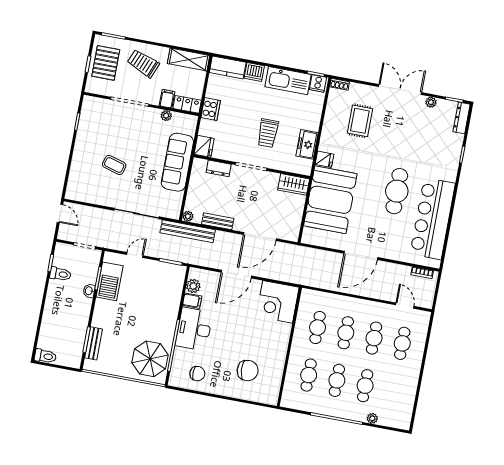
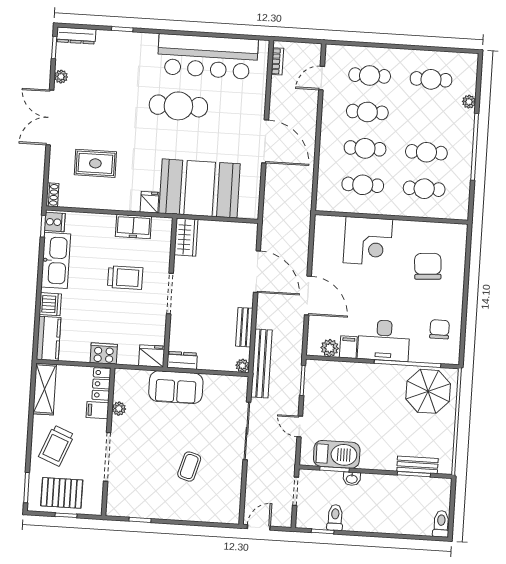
sofa: (177, 162) -> (176, 387), width x0.73
dresser: (219, 168) -> (182, 360), moved, turned -90
corner desk: (278, 302) -> (368, 241), moved
cafe table: (365, 386) -> (431, 79), moved

